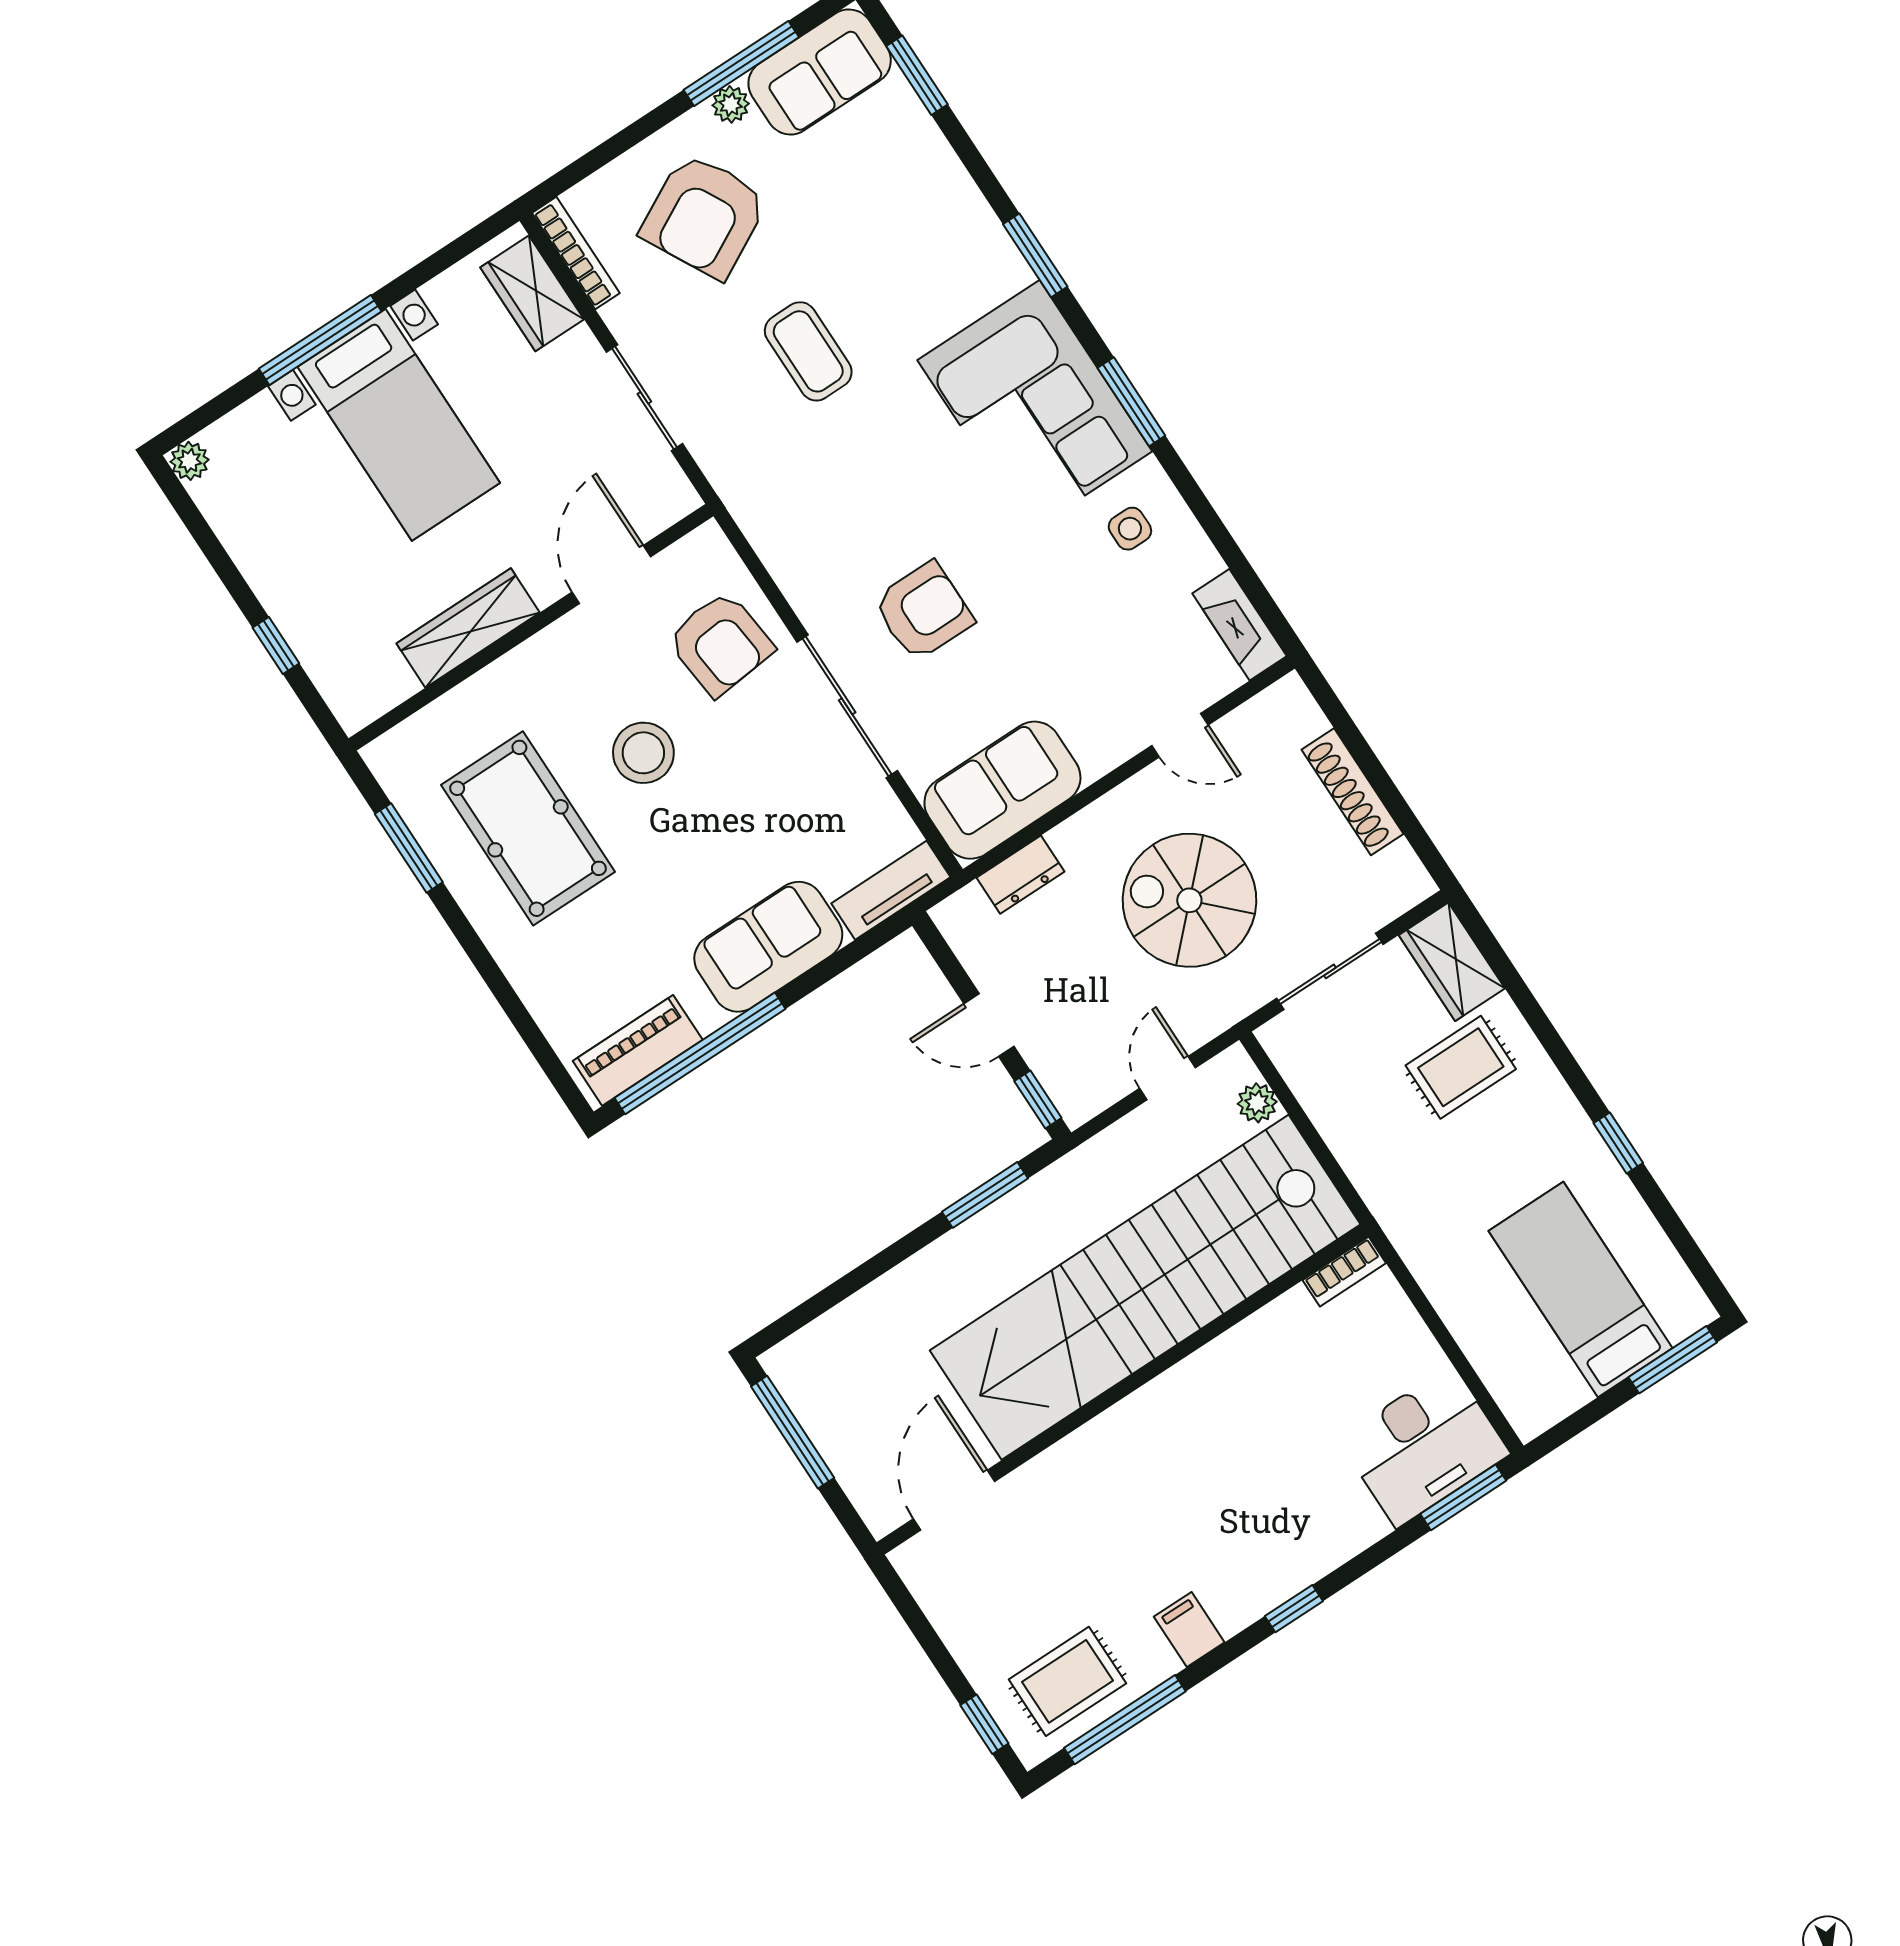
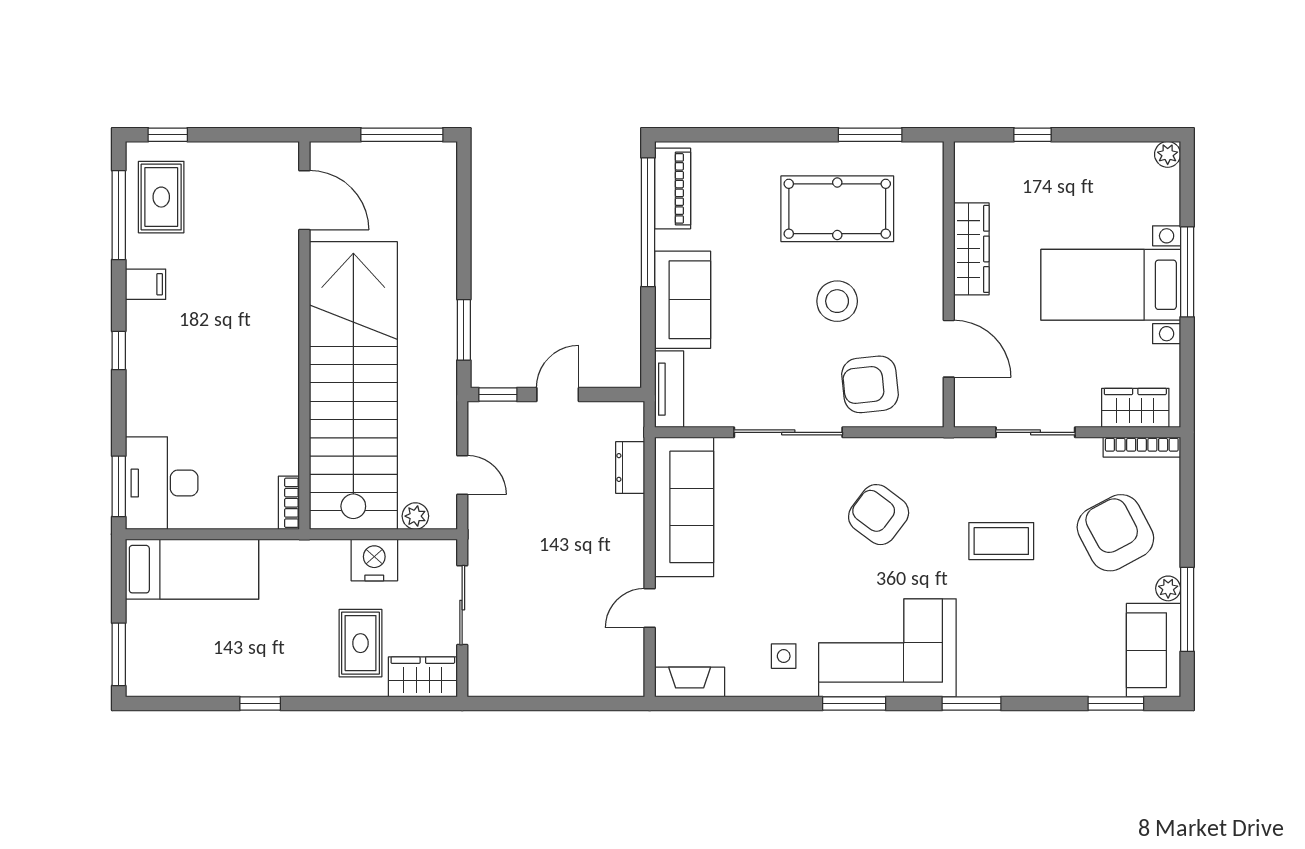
armchair: (923, 611) -> (879, 515), moved, turned 127
sofa: (1002, 790) -> (684, 507), width x1.36
shoe rack: (1353, 792) -> (554, 684), removed
spiral stairs: (1189, 900) -> (554, 553), removed
nightstand: (1346, 1118) -> (374, 560), added
bed: (1581, 1289) -> (192, 569), moved

